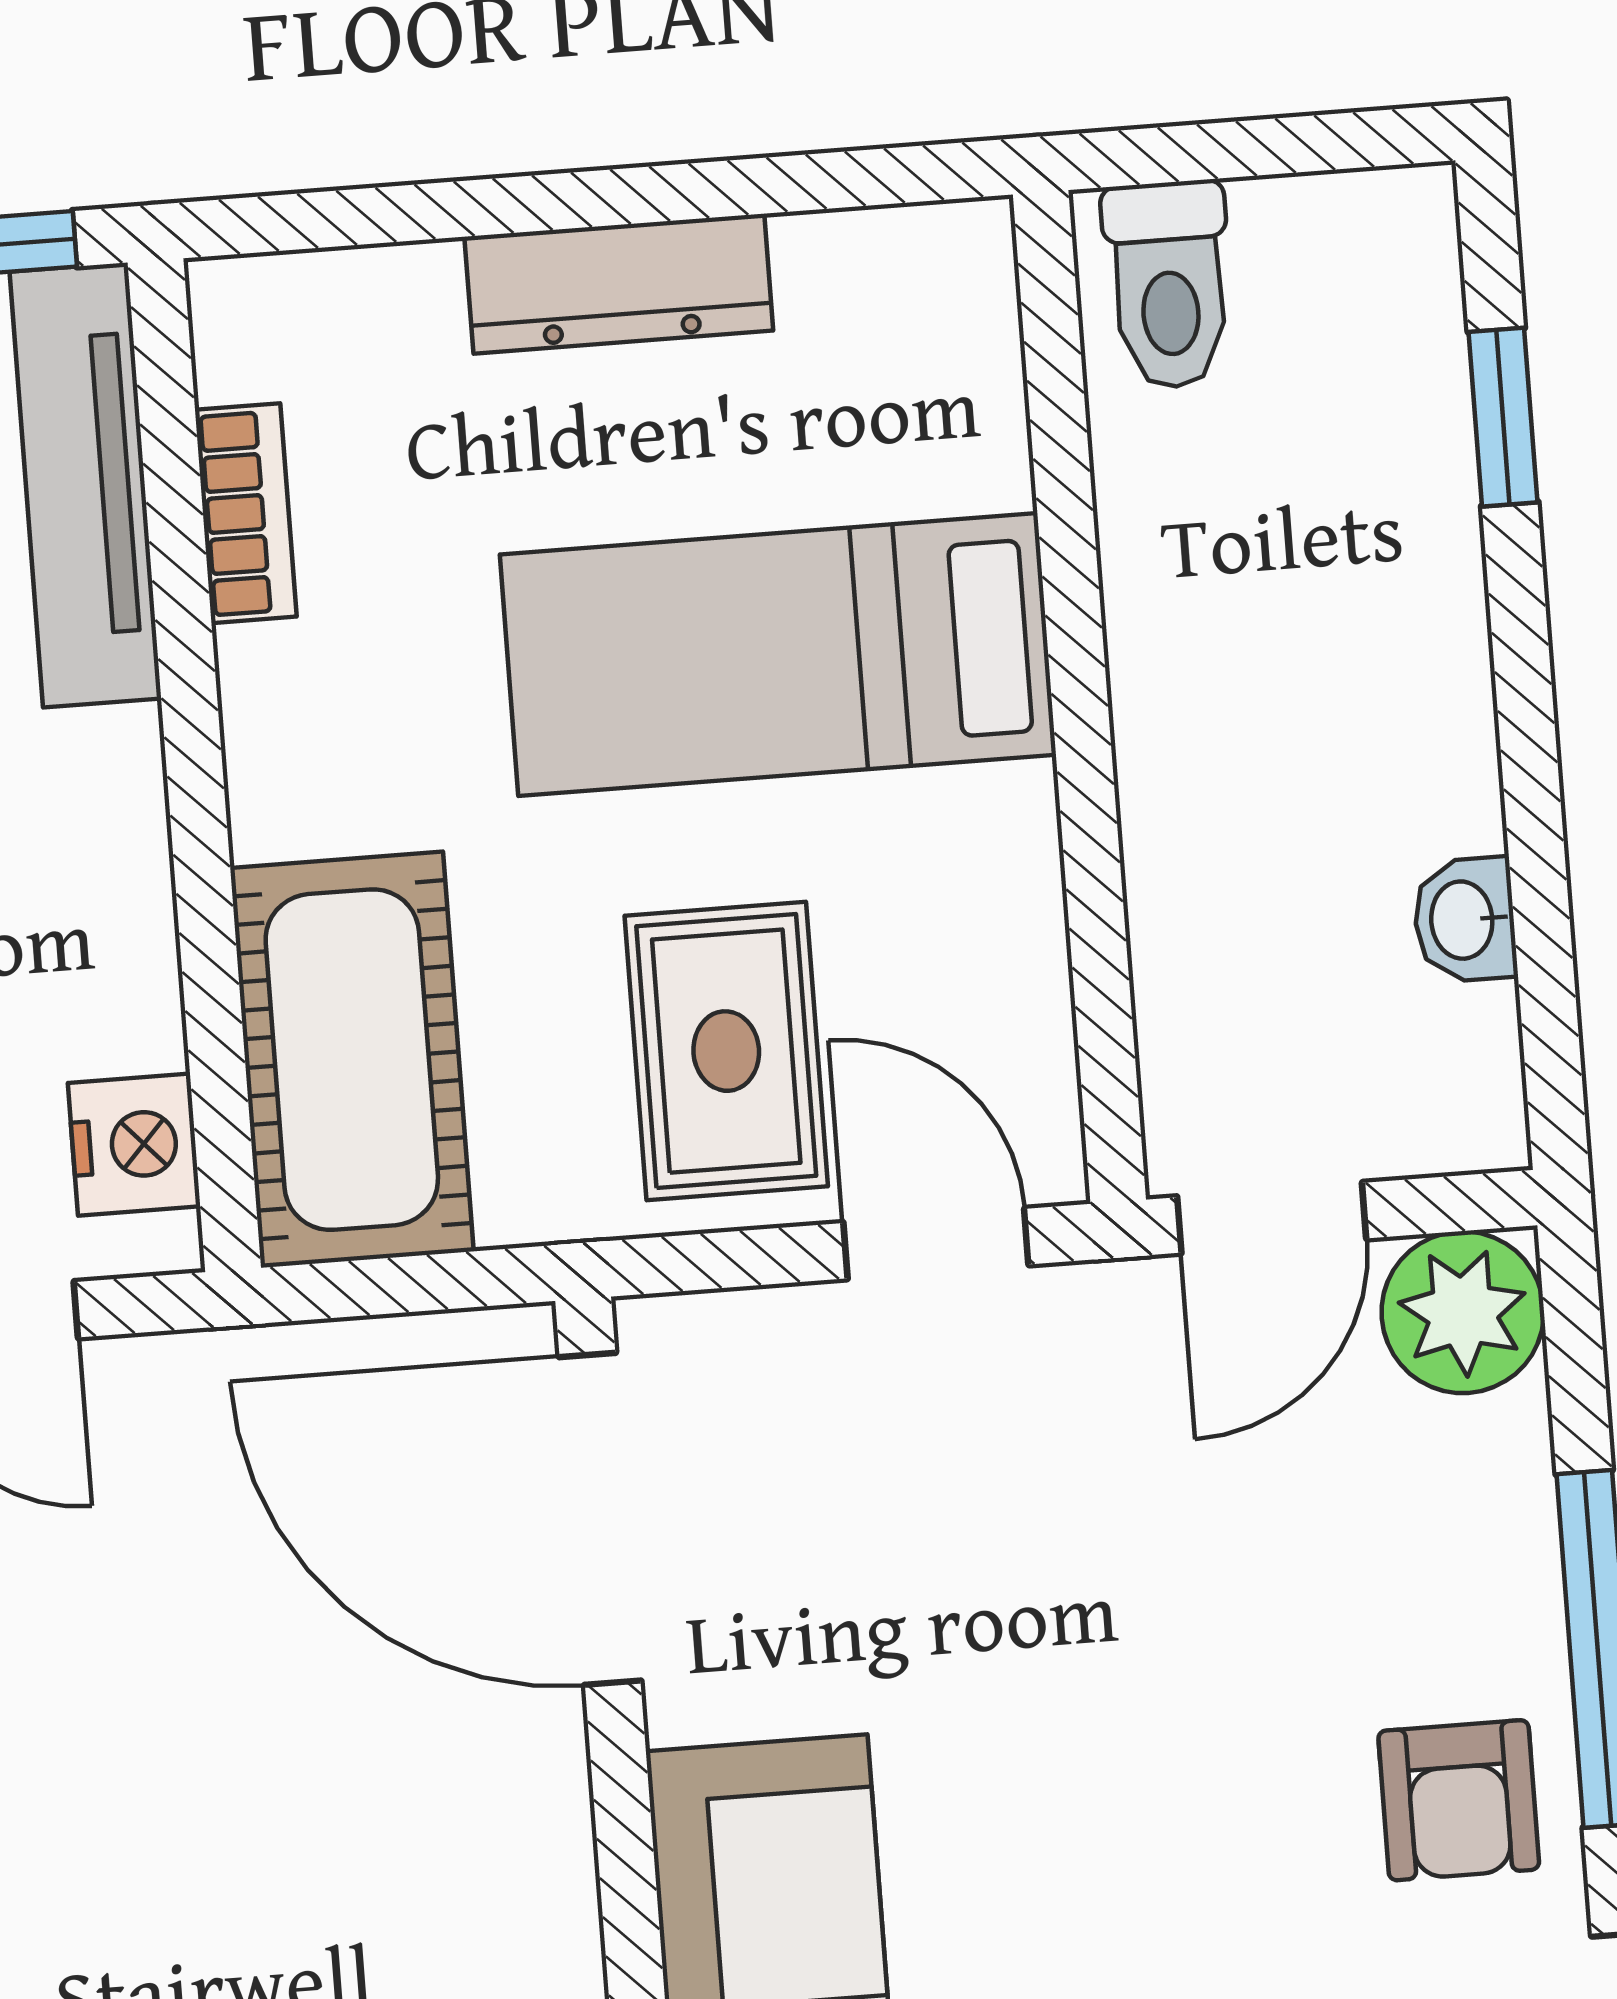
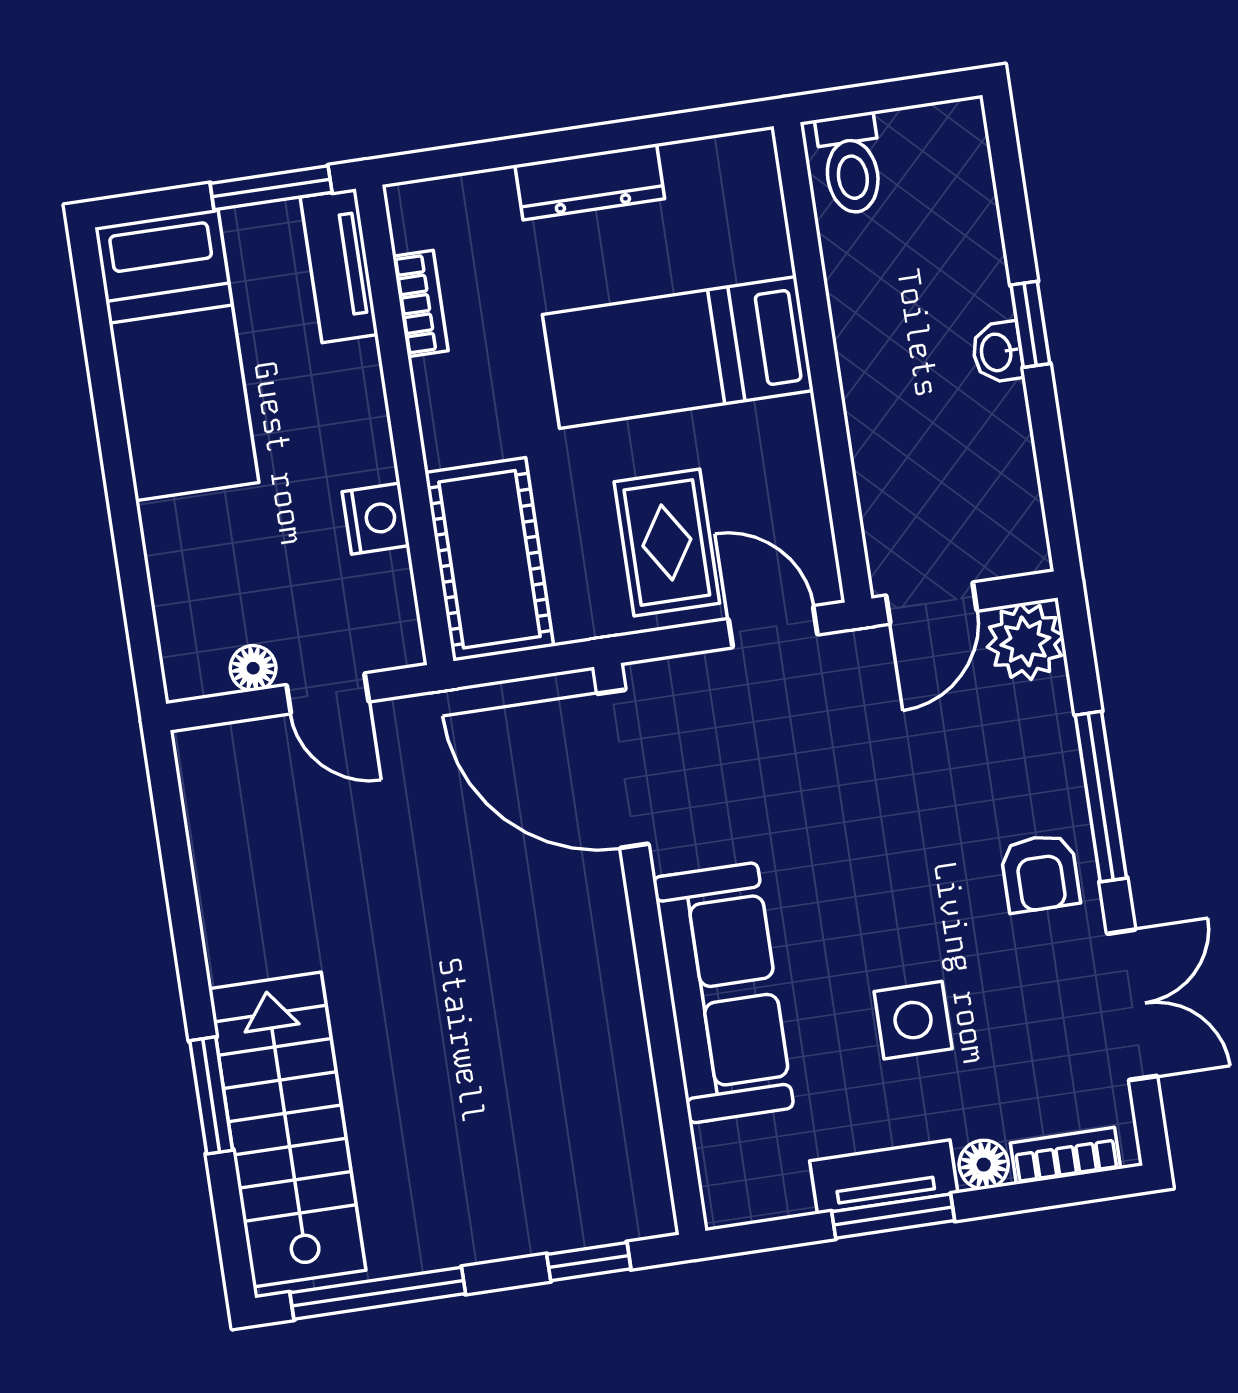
window: (1503, 417) -> (1030, 324), moved
tv unit: (85, 485) -> (339, 266), width x0.71
washbasin: (1465, 920) -> (998, 352), moved
nightstand: (134, 1145) -> (376, 519), moved

